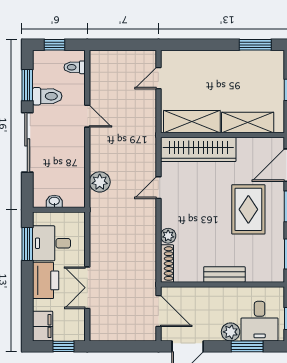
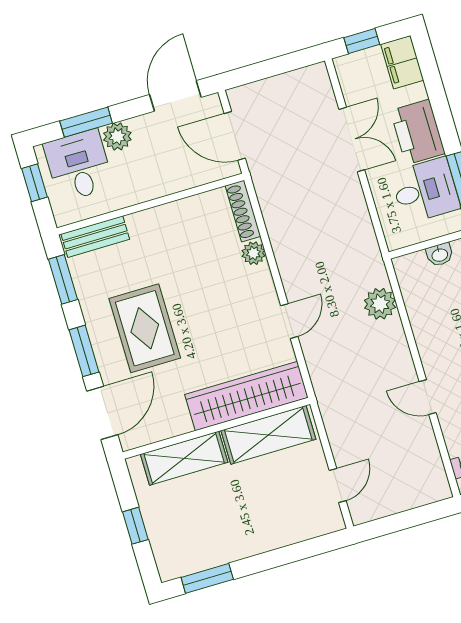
bench: (224, 274) -> (95, 237), moved

